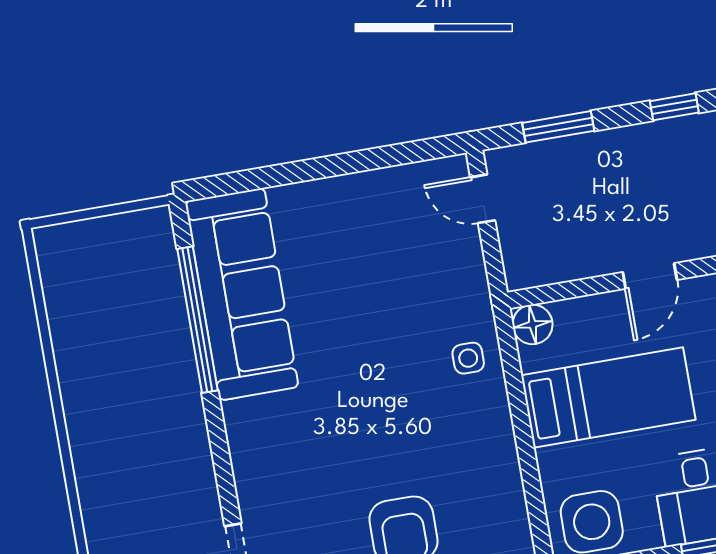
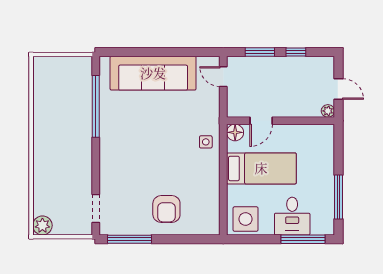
window: (674, 107) -> (296, 52), moved
door: (650, 276) -> (261, 121), moved
sofa: (242, 294) -> (153, 73), moved, turned 90

